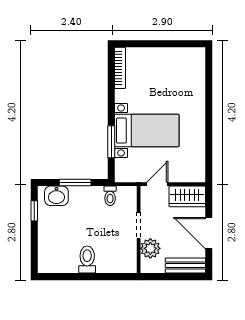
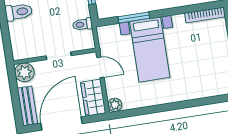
plant: (198, 175) -> (115, 105), added
door: (209, 233) -> (62, 123), width x1.36
plant: (150, 248) -> (24, 72), moved

